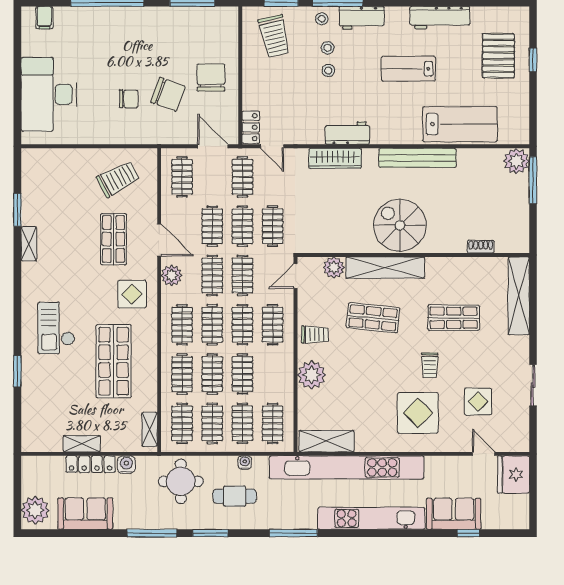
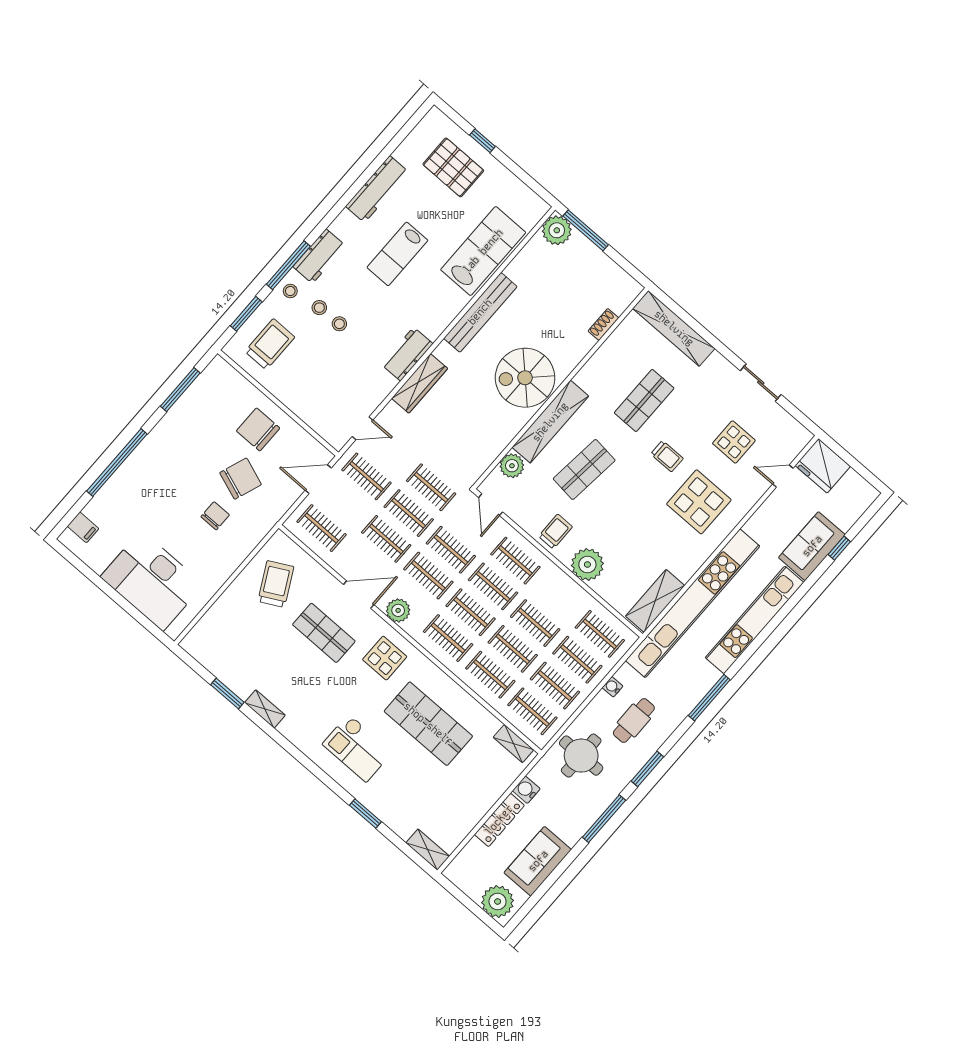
trolley: (274, 36) -> (270, 344), turned -77
locker: (251, 127) -> (330, 432), removed
shelving: (82, 444) -> (428, 850), moved, turned 90

